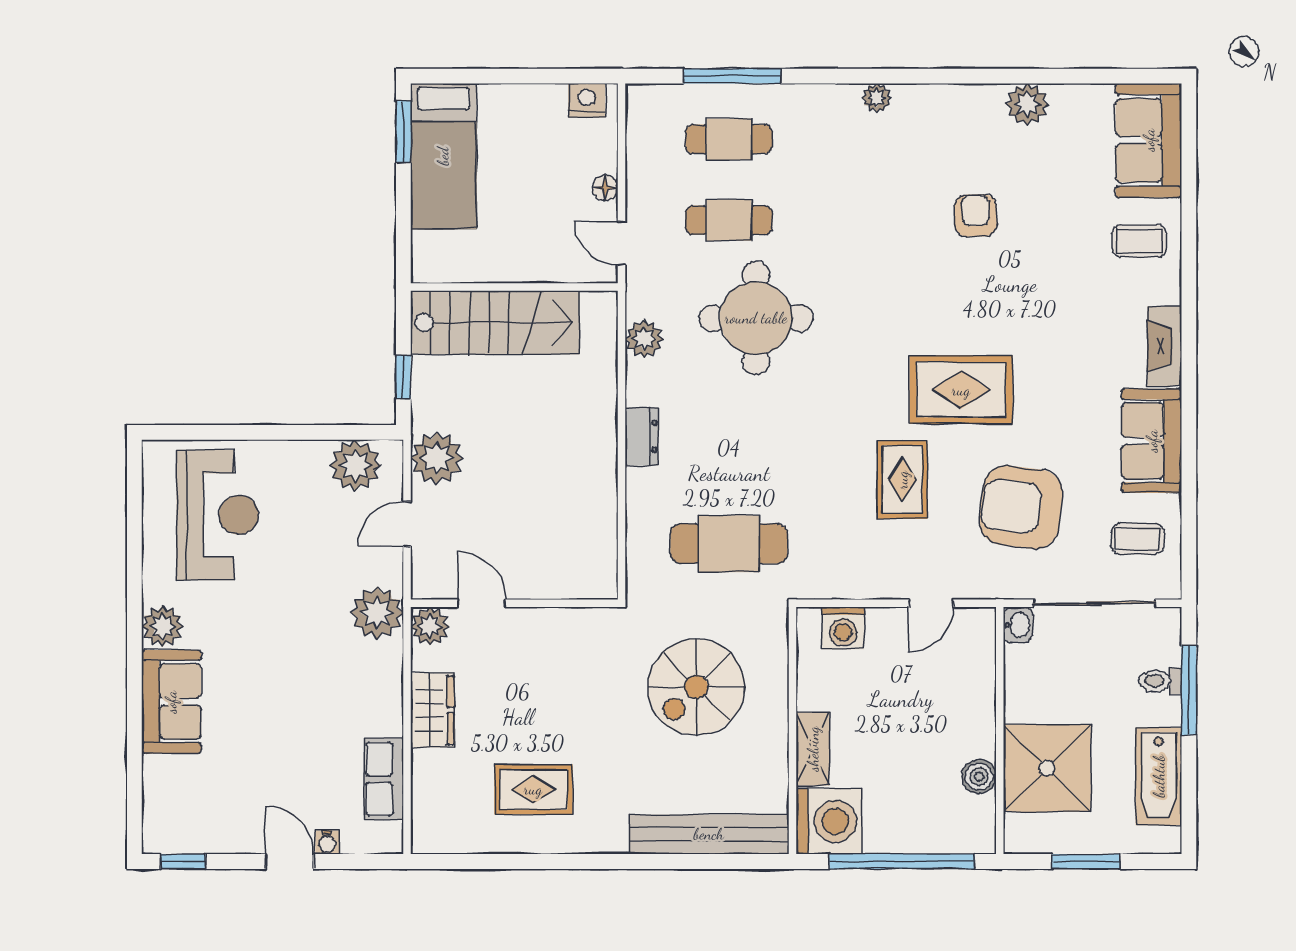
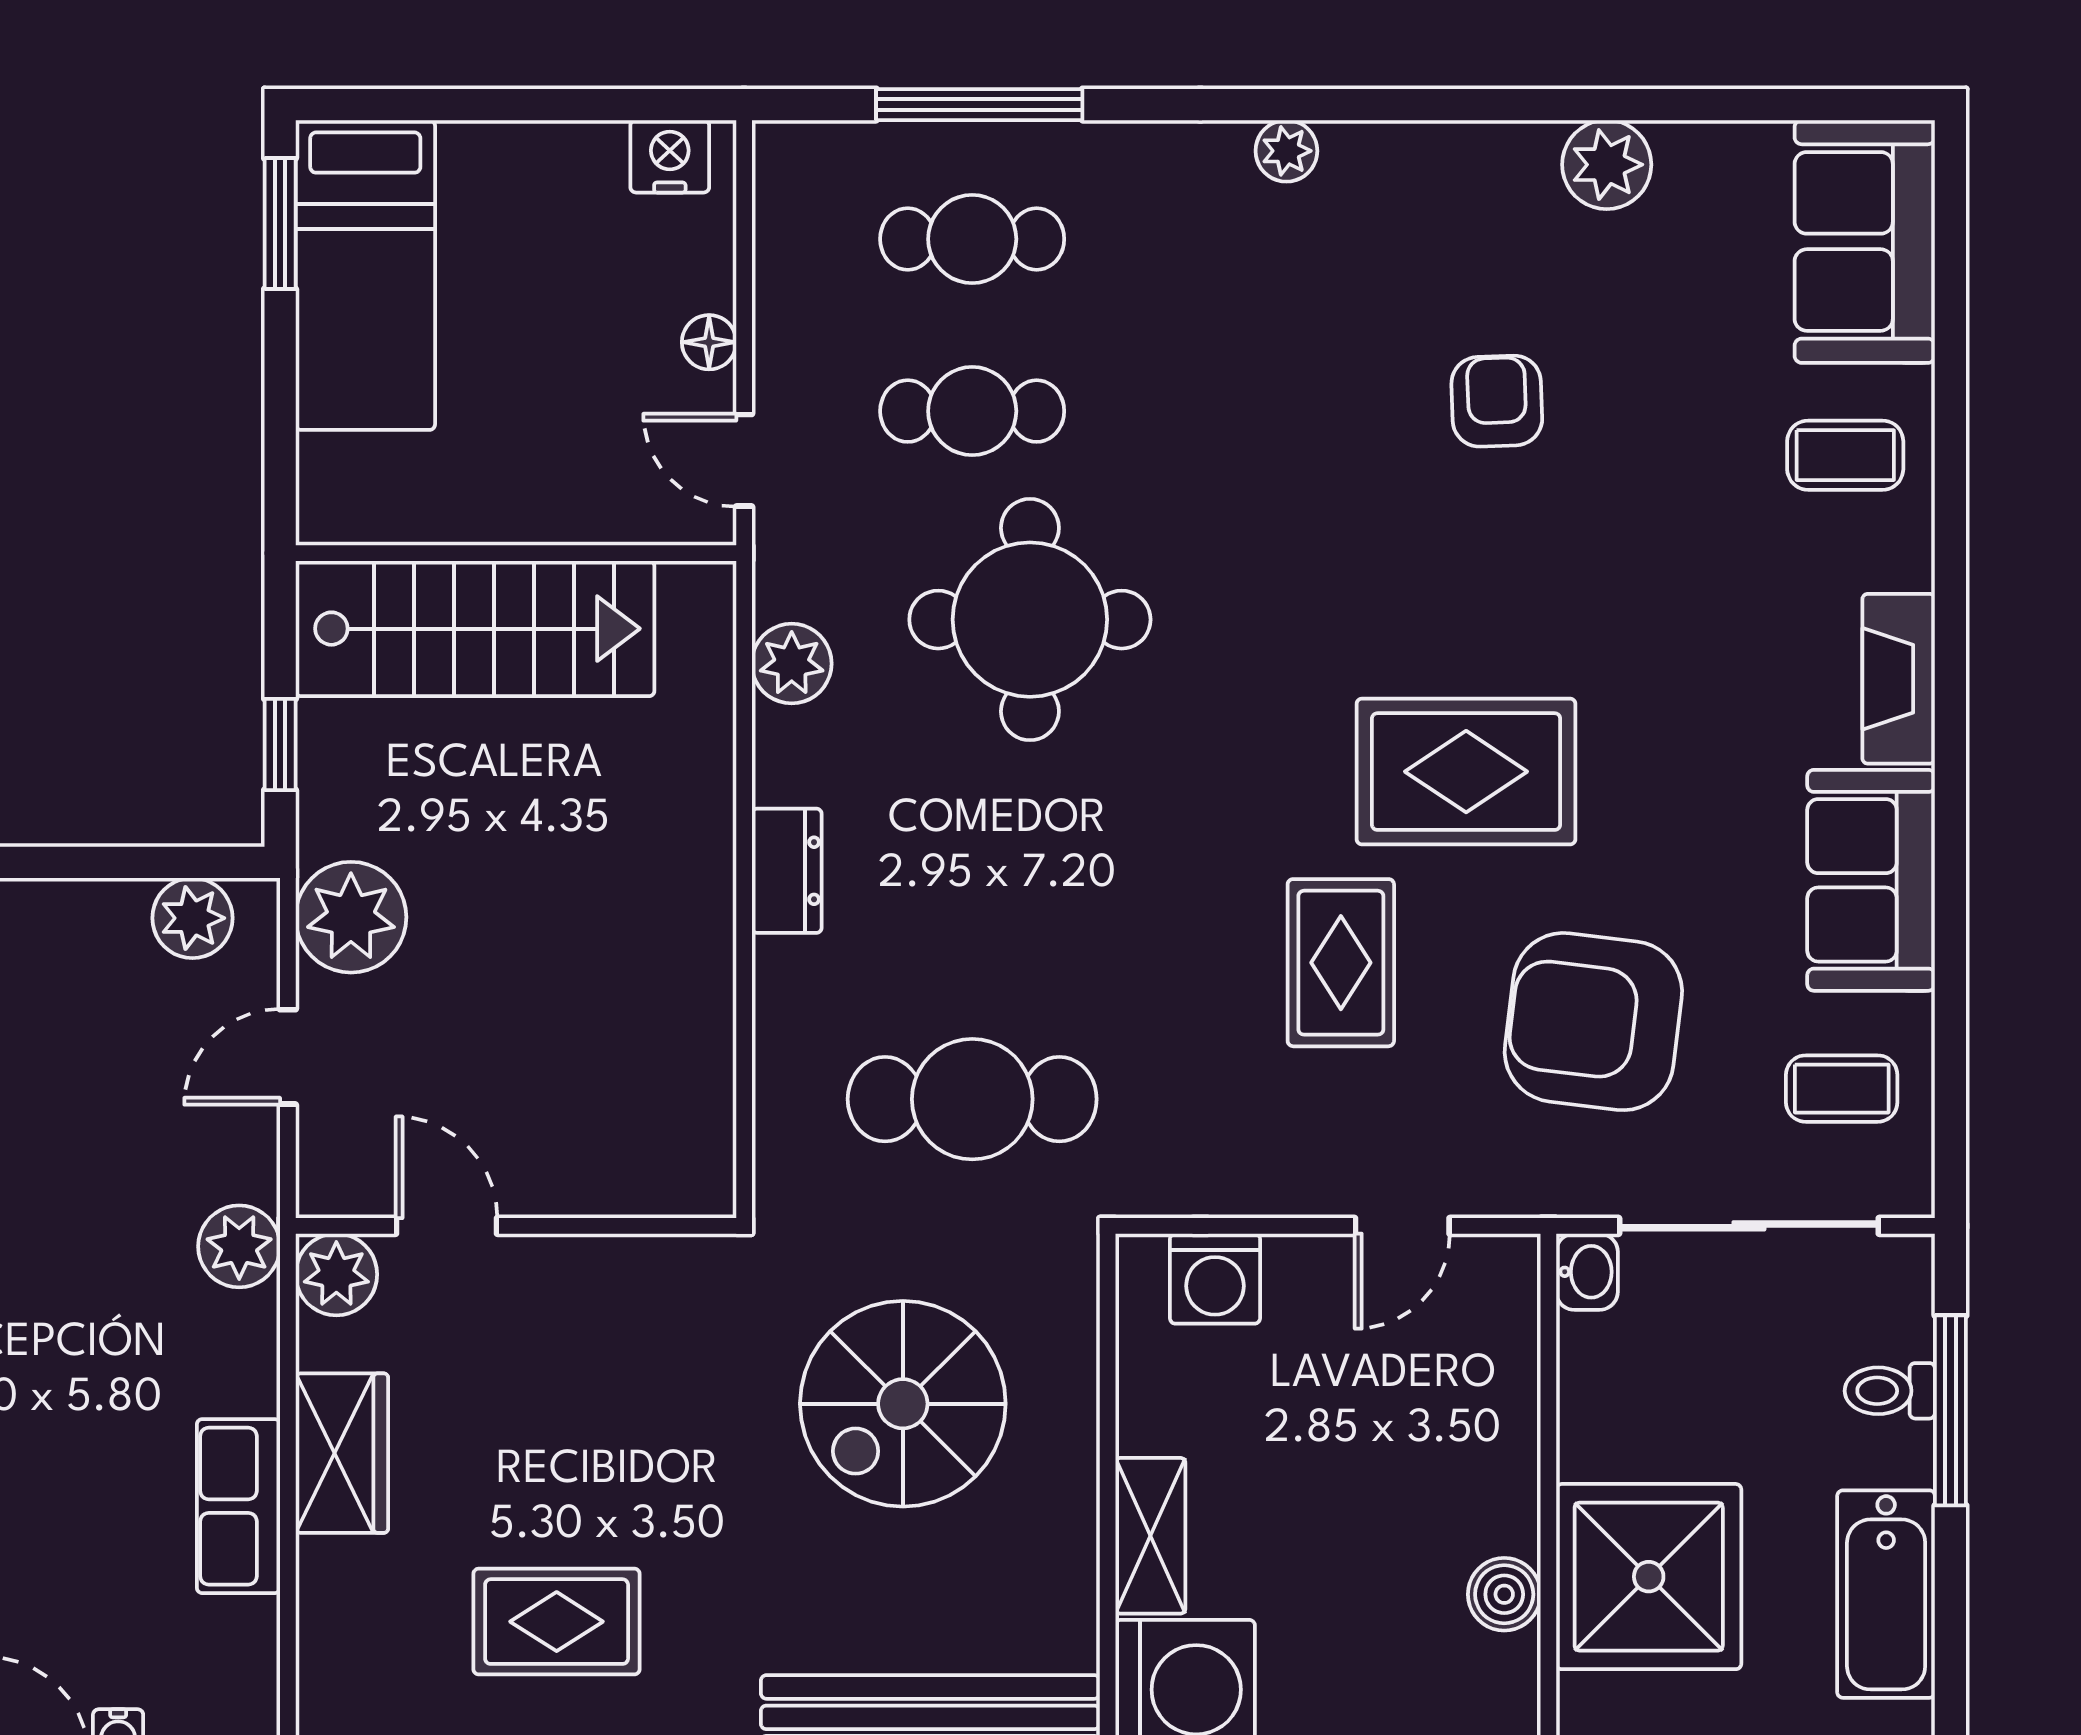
plant: (355, 465) -> (192, 918), width x0.73, depth x0.73
plant: (377, 613) -> (239, 1246), width x0.73, depth x0.73
row of seats: (384, 779) -> (238, 1506), moved

